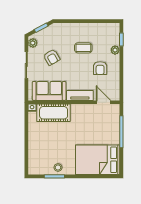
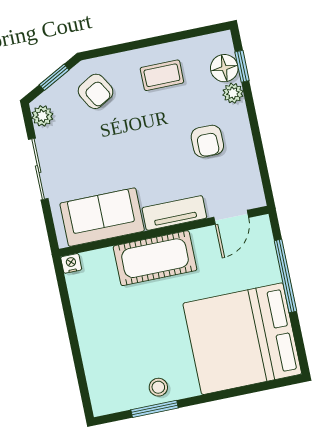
floor lamp: (114, 39) -> (224, 68), added
coffee table: (83, 48) -> (162, 75), moved
armchair: (52, 57) -> (96, 91), moved
door: (104, 102) -> (231, 217), swing flipped
cot: (54, 113) -> (155, 258), moved
bed: (98, 160) -> (242, 339), width x1.36

